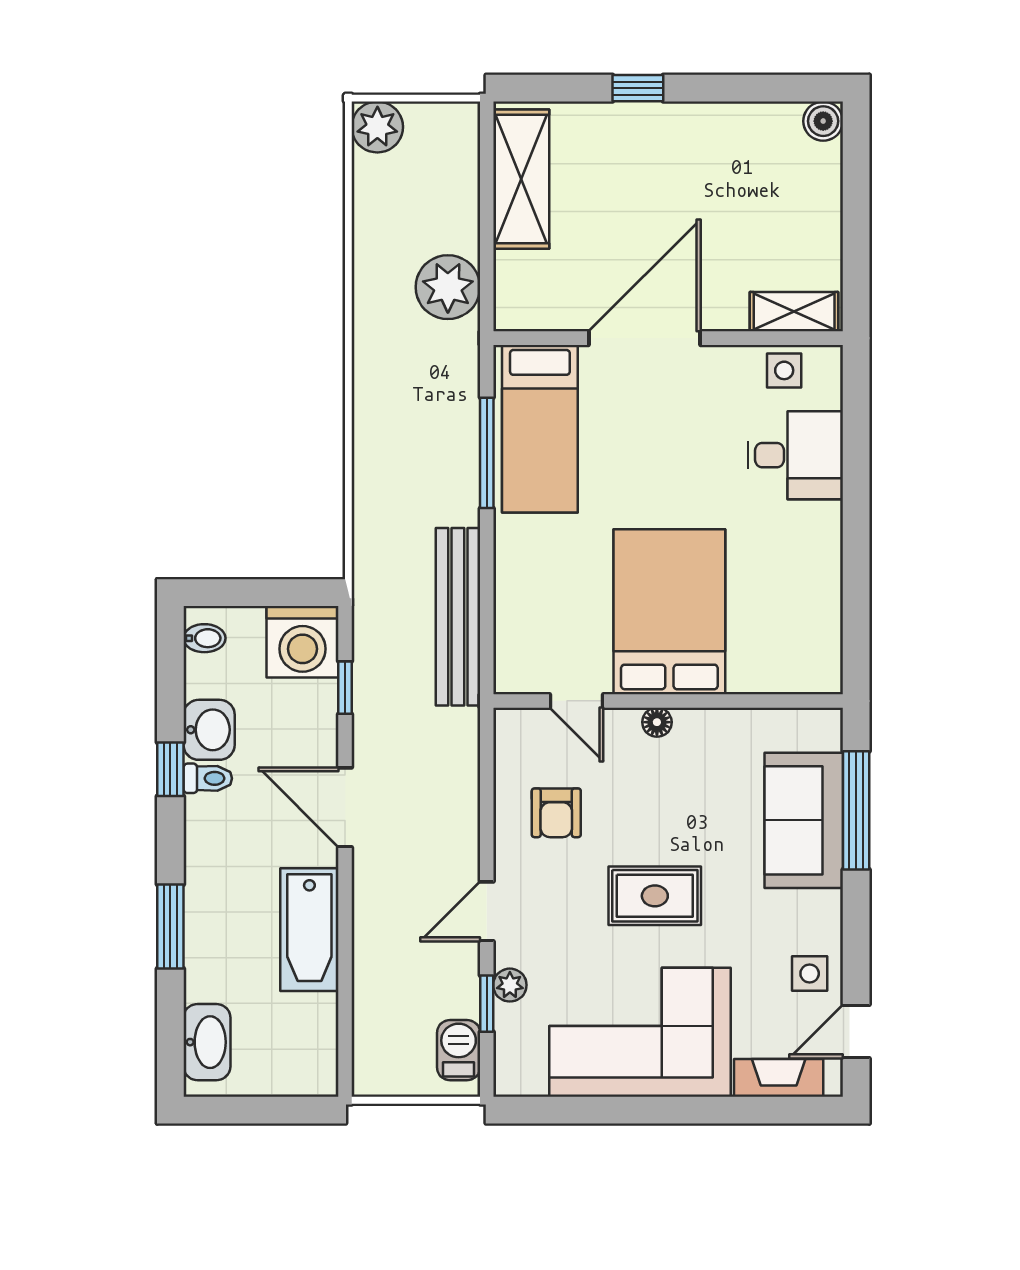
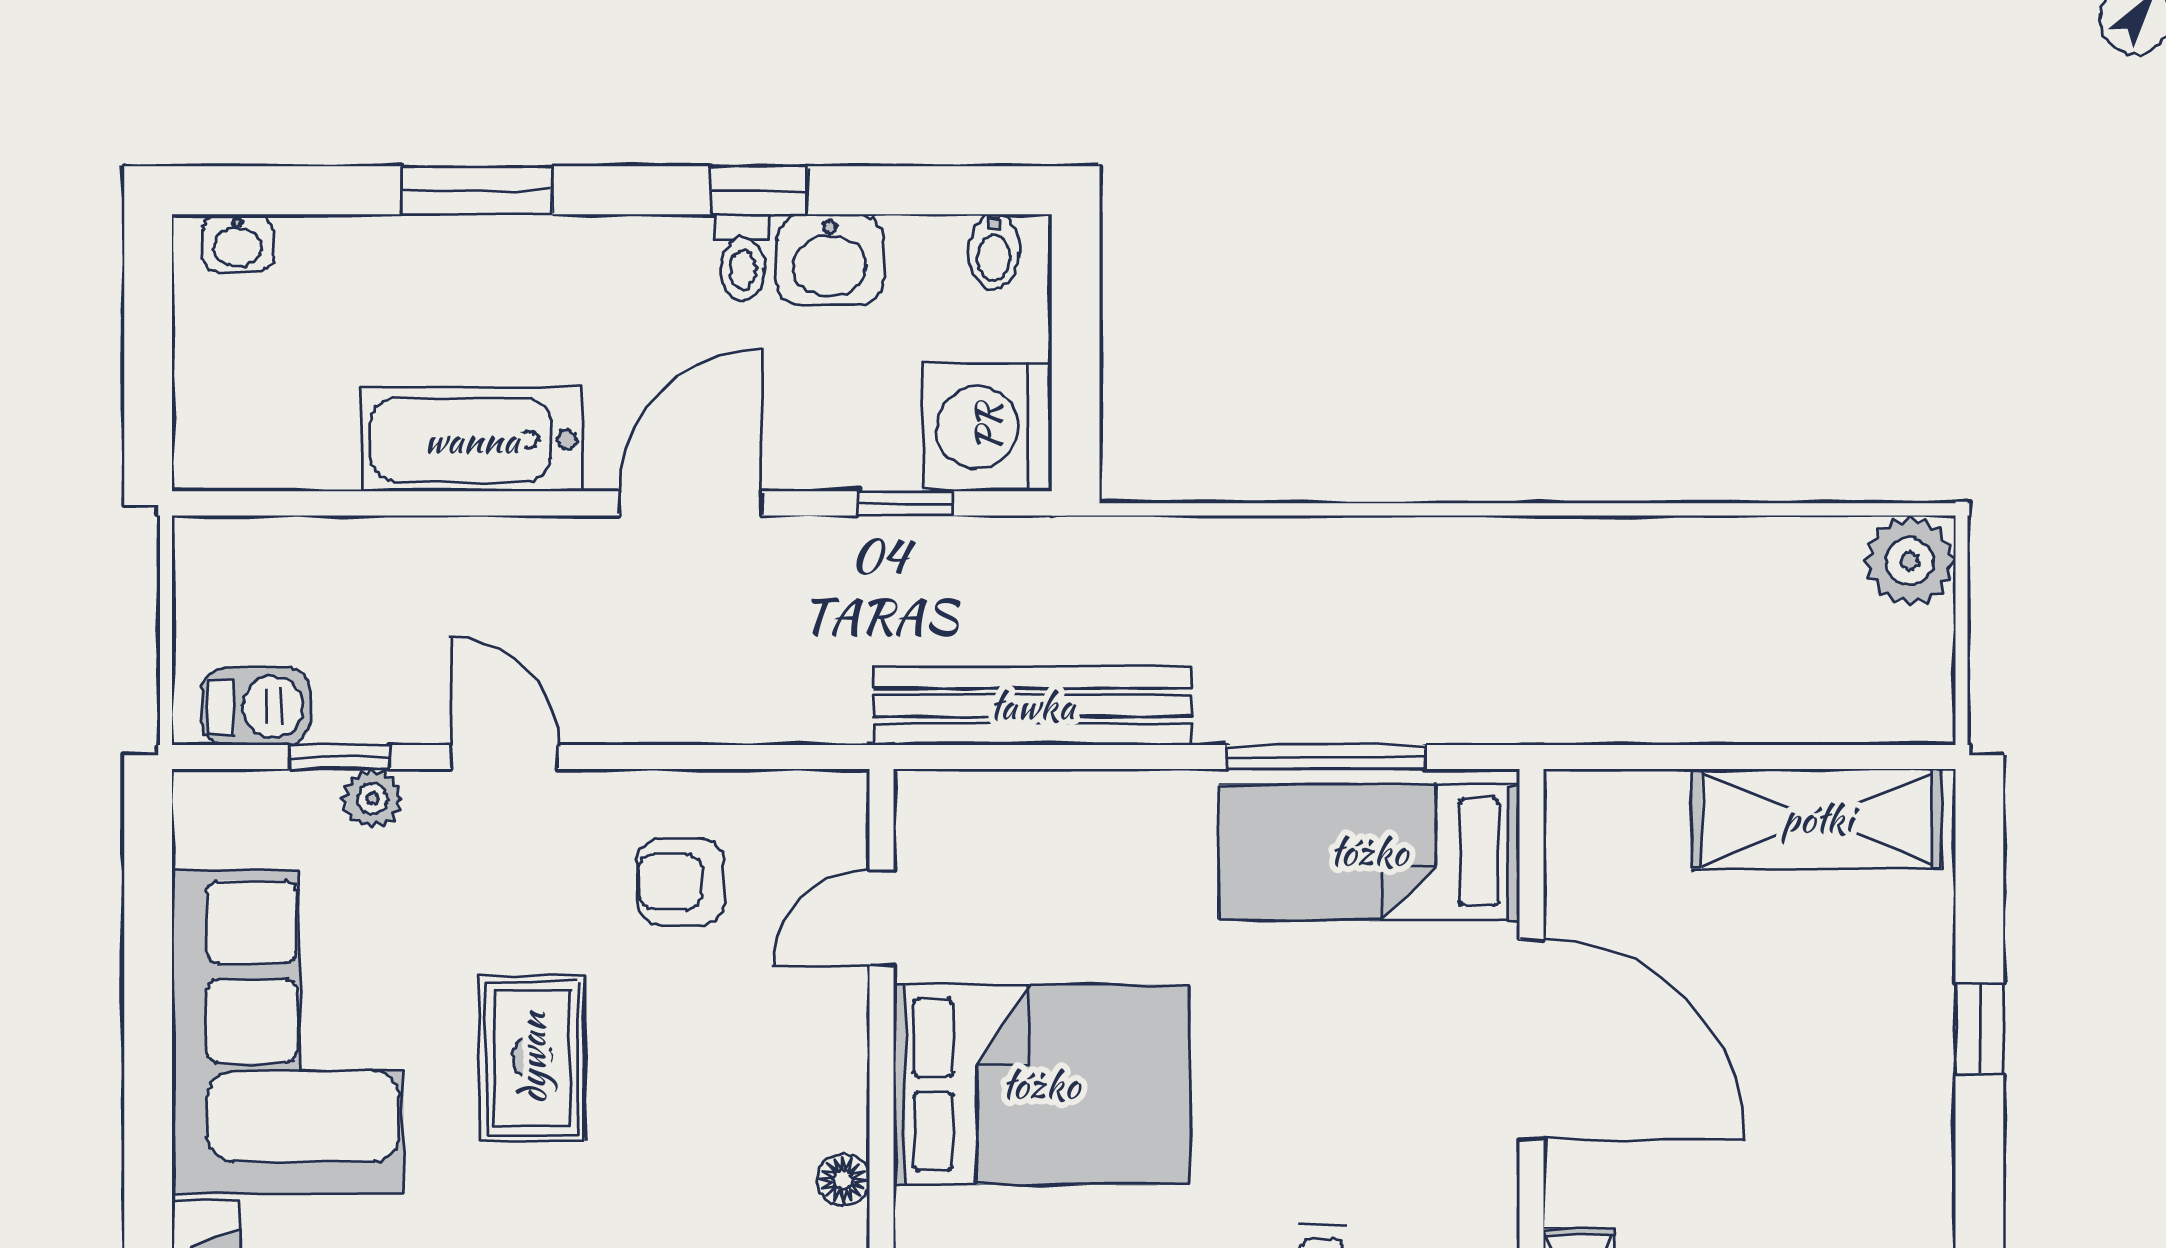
plant: (448, 287) -> (1623, 688), removed
floor lamp: (657, 722) -> (843, 1180), moved
washbasin: (207, 1042) -> (237, 243), width x0.52, depth x0.69

